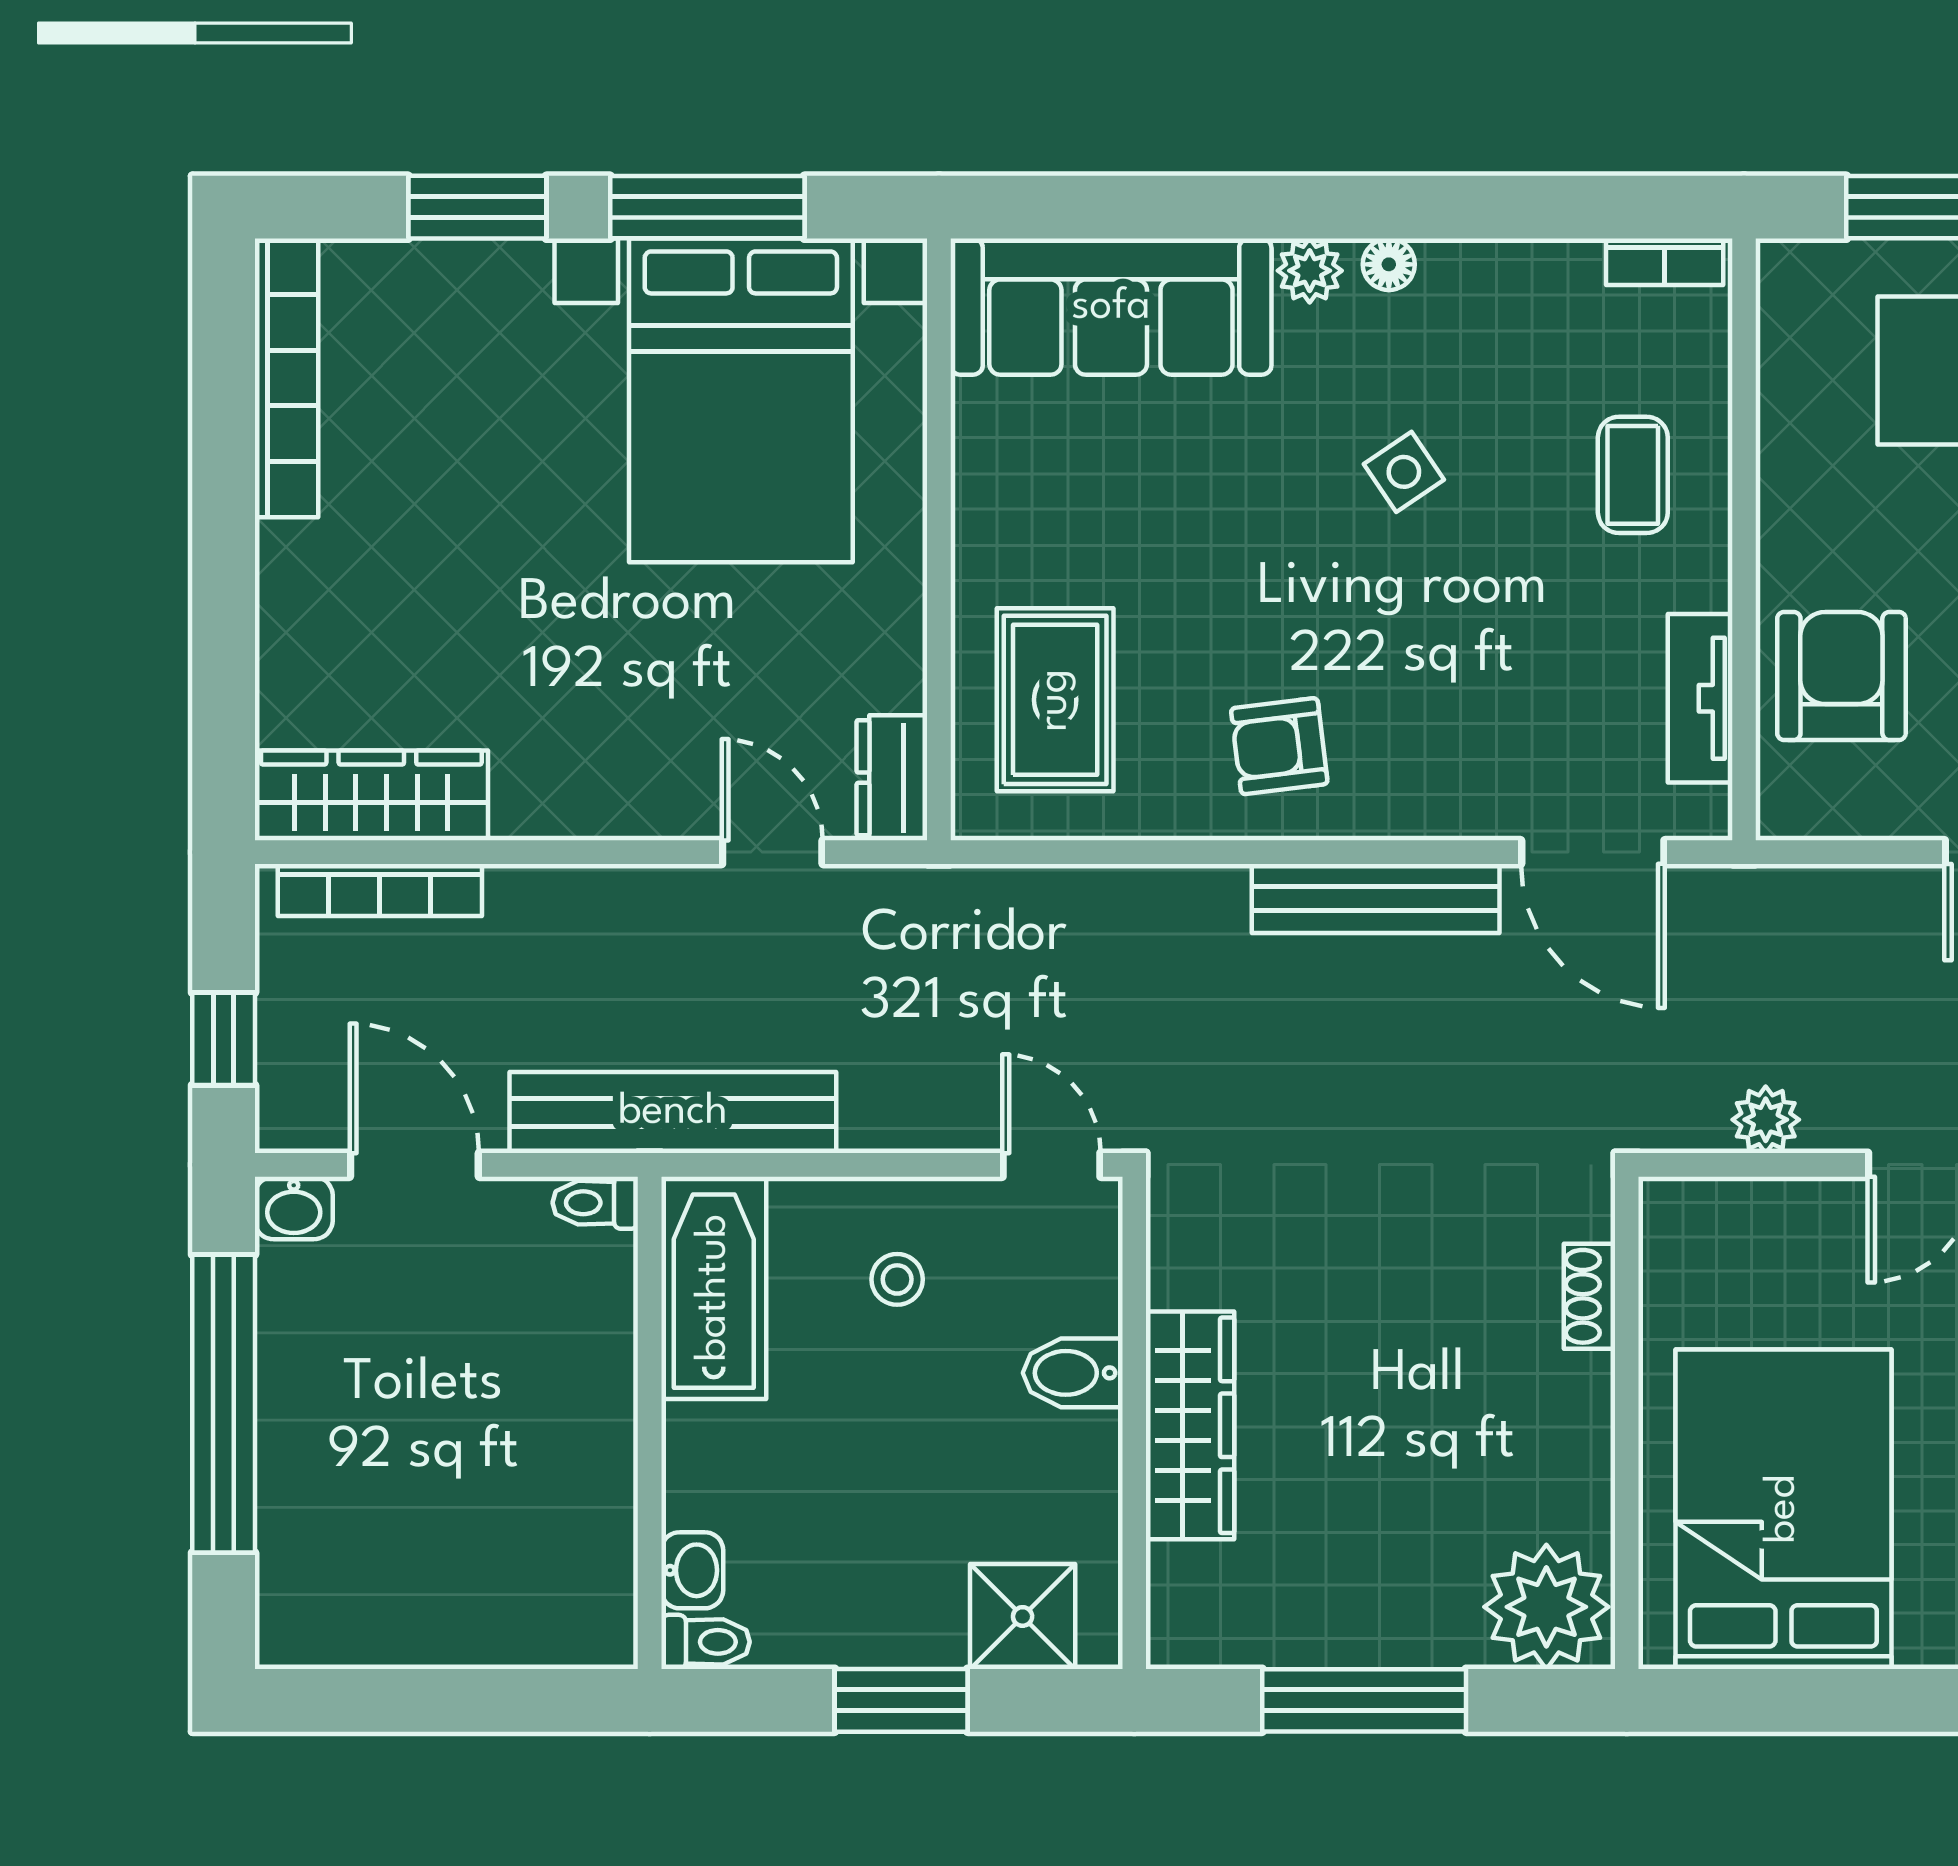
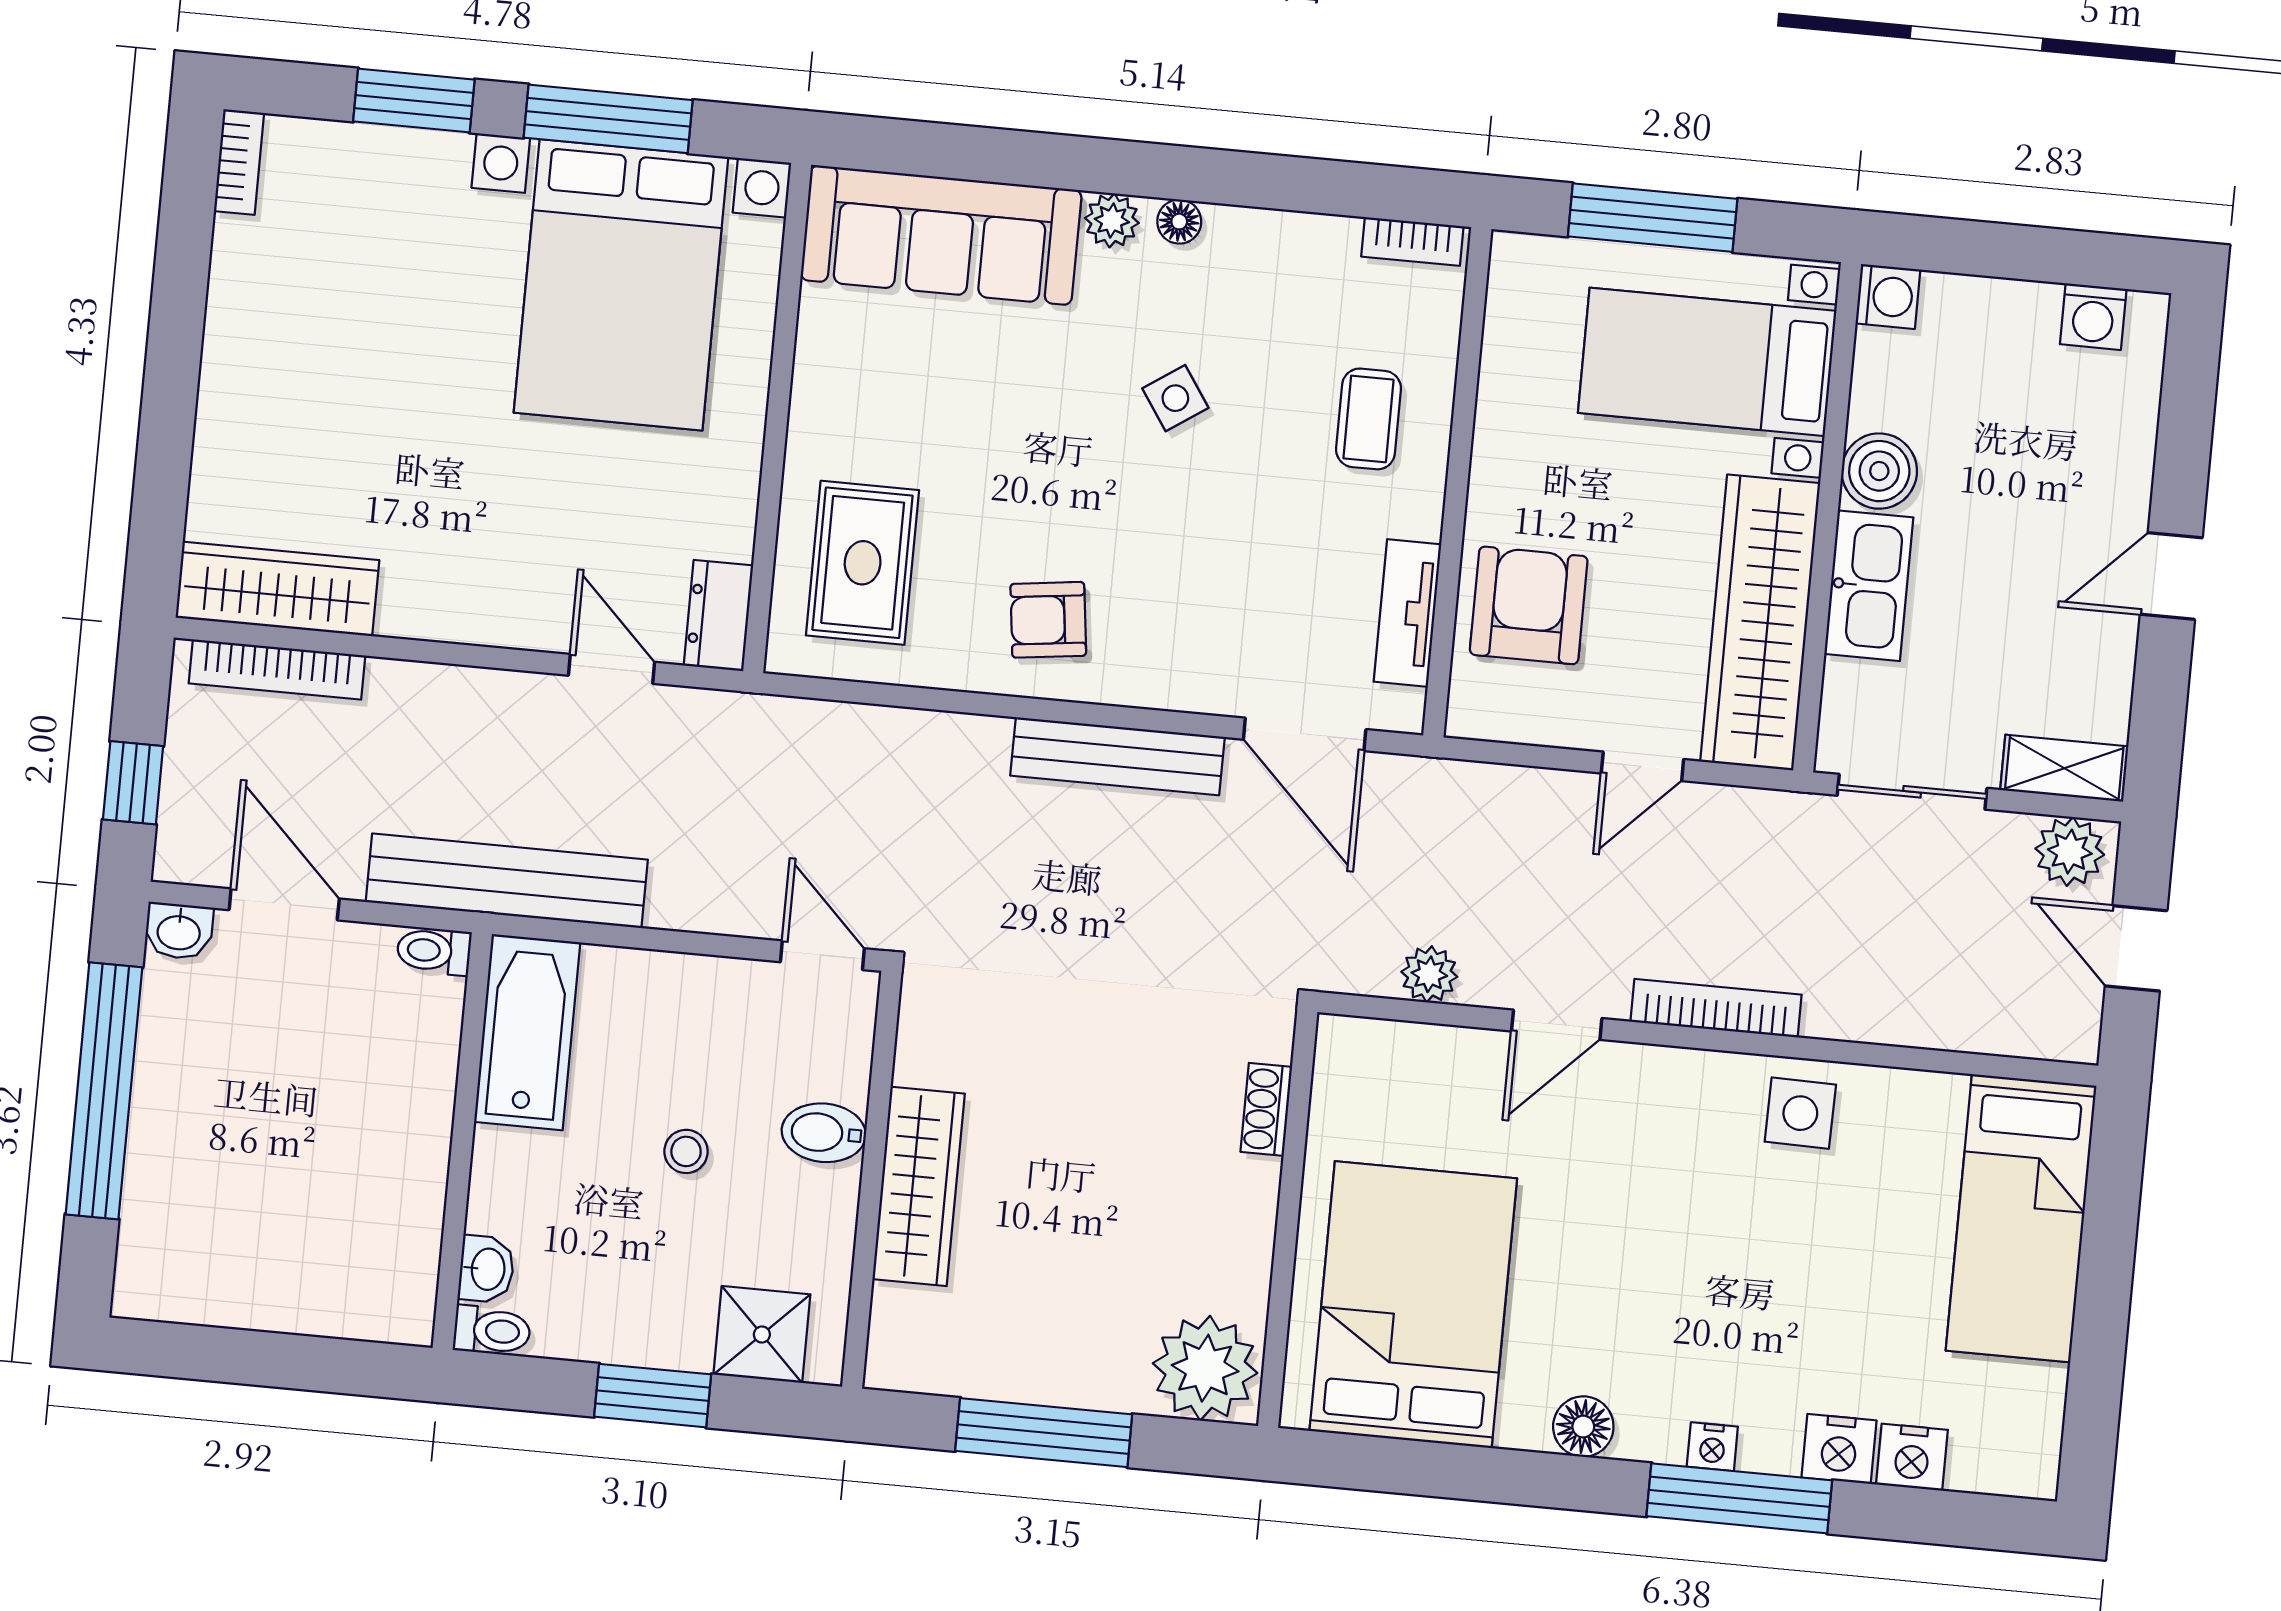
bookcase: (286, 378) -> (239, 162), width x0.43, depth x0.76
stool: (897, 1279) -> (686, 1151), moved

